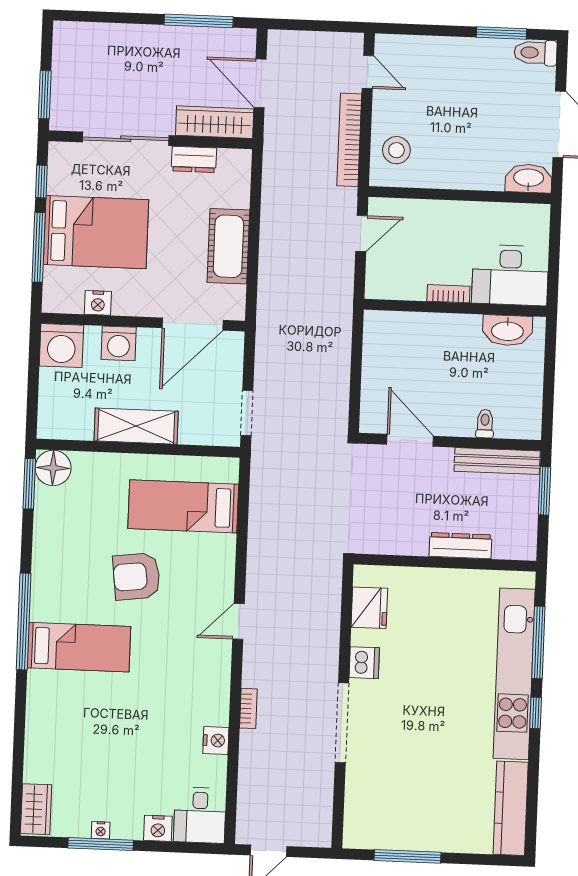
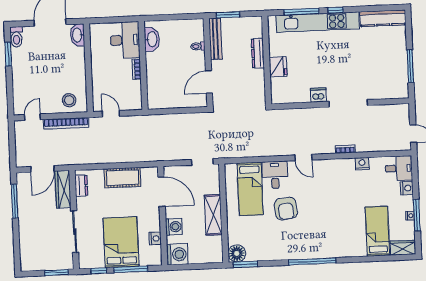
dresser: (194, 159) -> (81, 186), moved
desk: (208, 560) -> (275, 175), added
fridge: (369, 608) -> (278, 67), moved, turned 90
bed: (79, 647) -> (377, 231), moved

